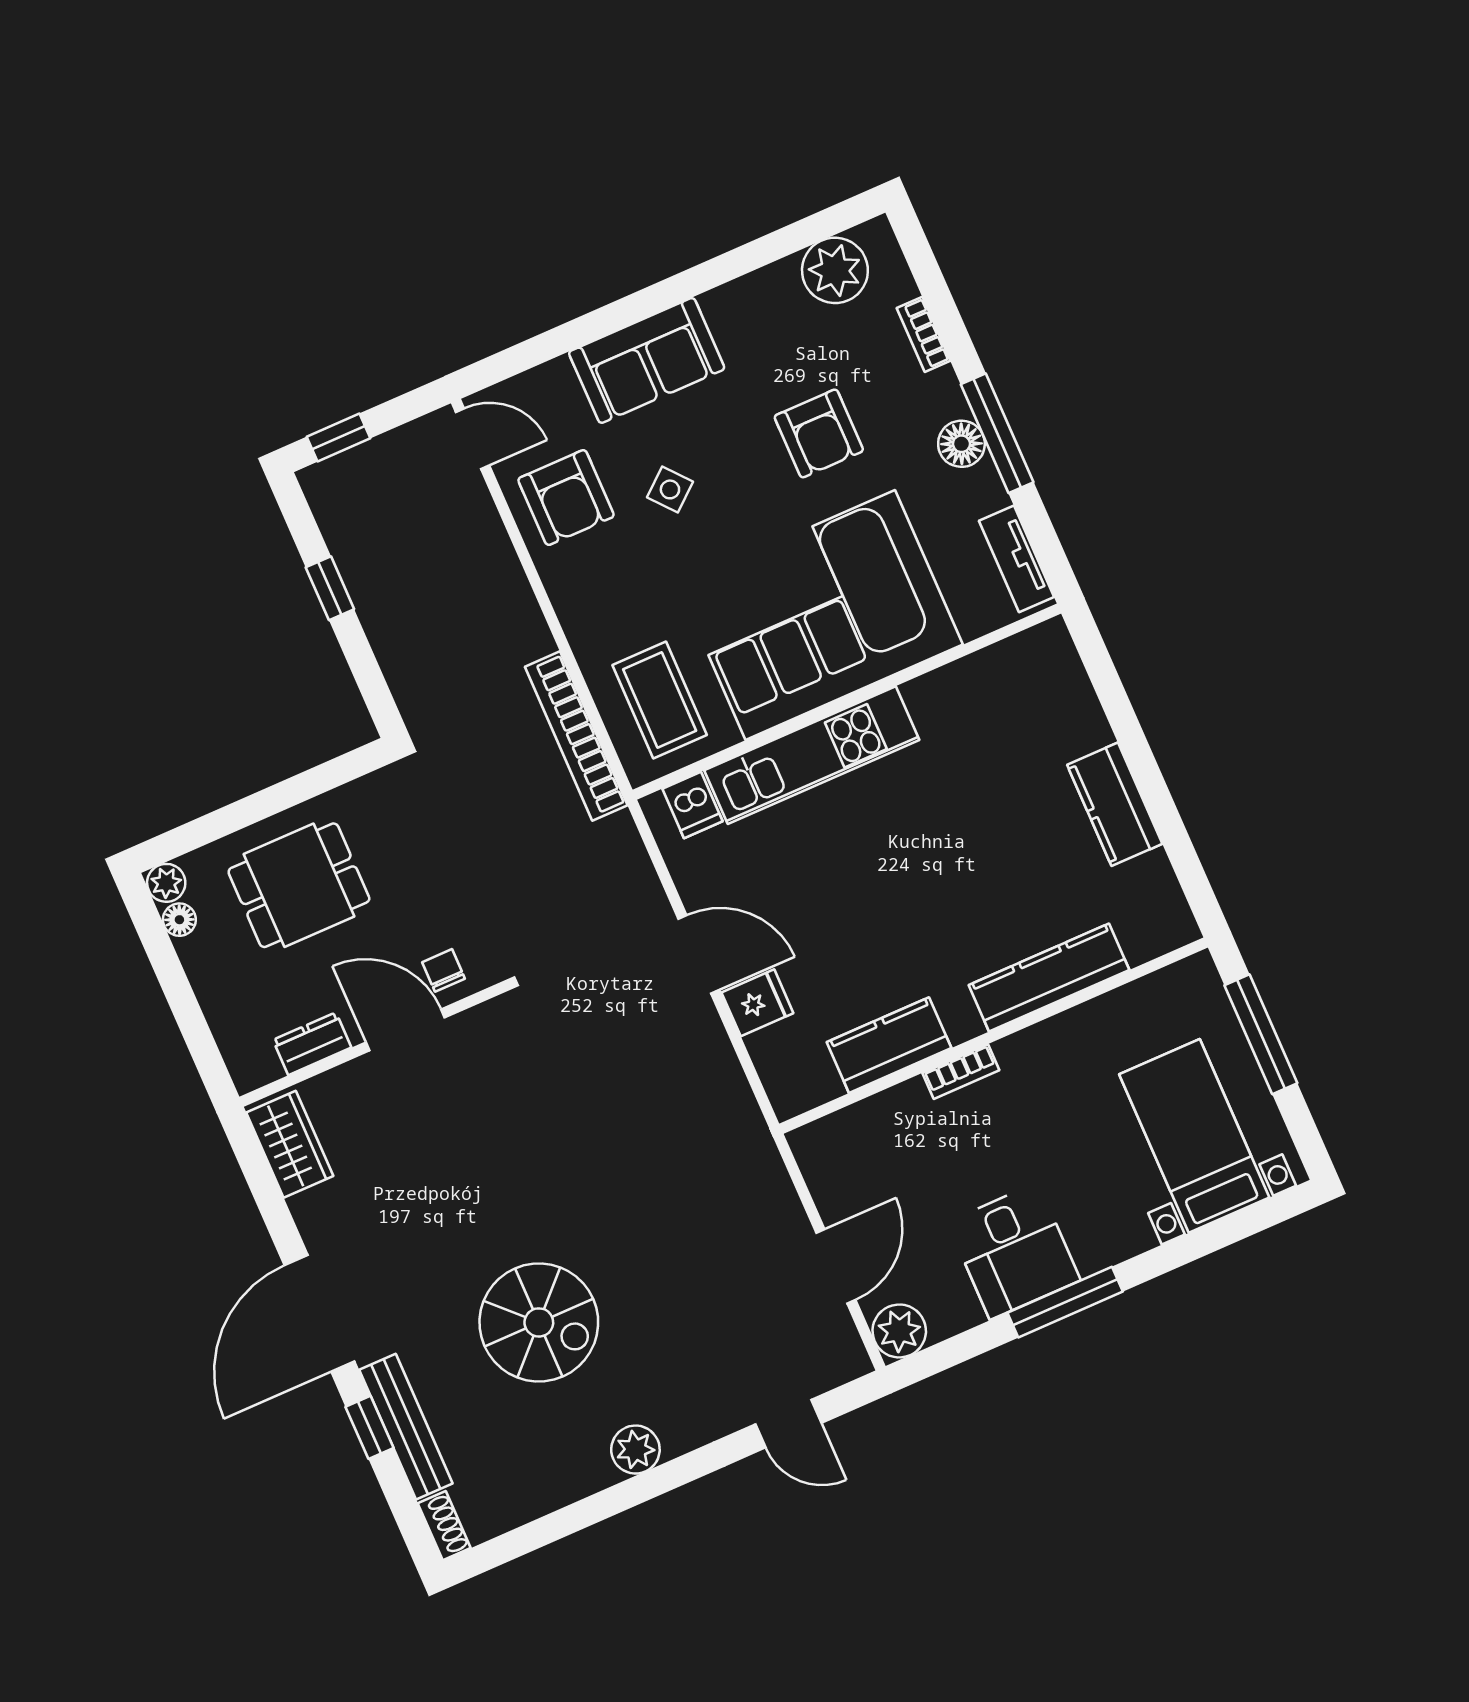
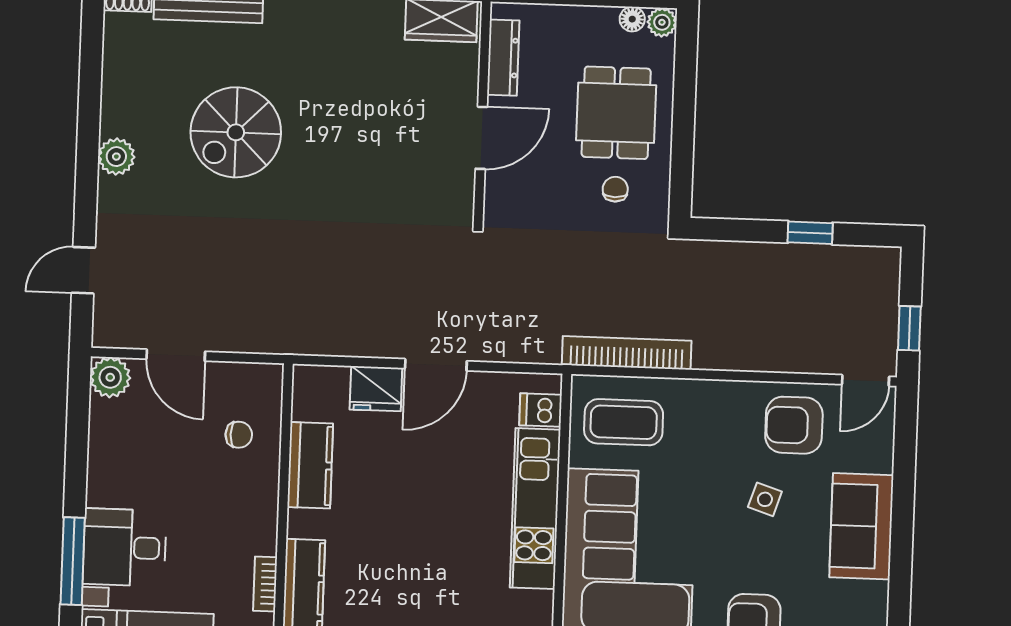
window: (339, 438) -> (909, 328), moved
side table: (670, 489) -> (765, 499), turned -32
chair: (443, 970) -> (615, 189), moved, turned -90
fridge: (757, 1003) -> (376, 389), width x1.38
dresser: (312, 1044) -> (503, 58), width x1.44
bookcase: (961, 1072) -> (265, 584), moved
chair: (894, 1147) -> (239, 435), added
desk: (1014, 1251) -> (125, 547), moved
window: (1065, 1302) -> (73, 561), moved

